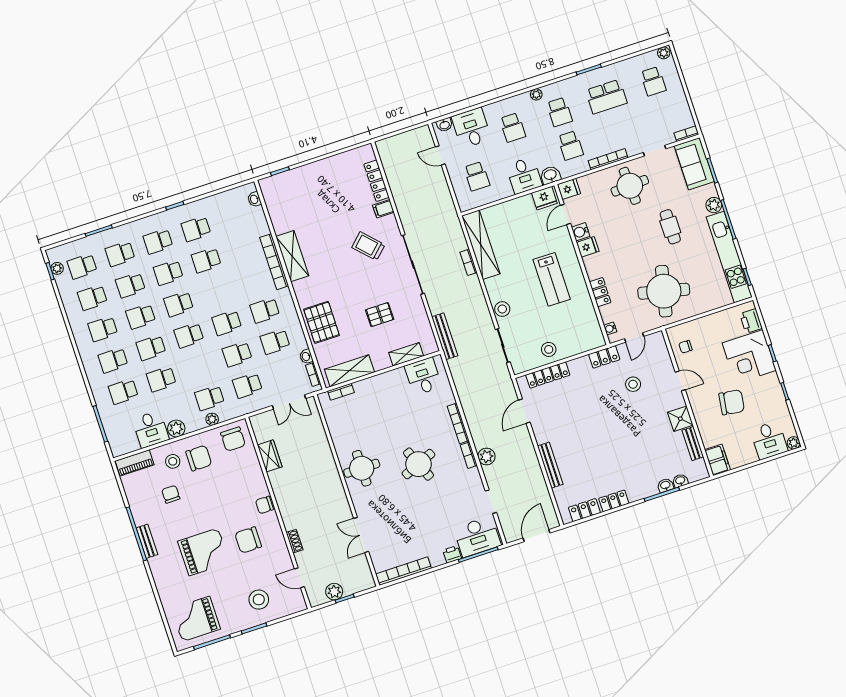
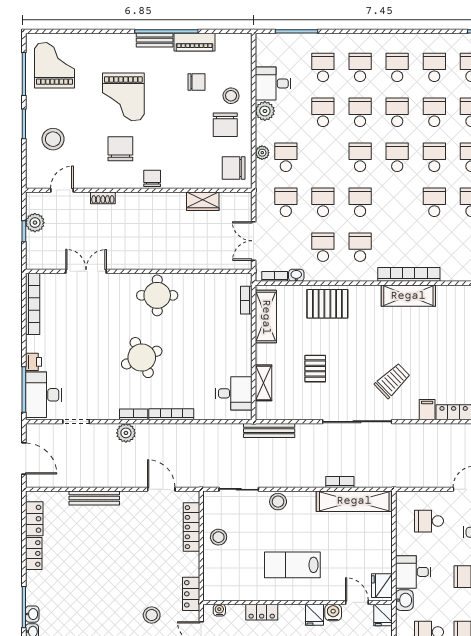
piano: (135, 463) -> (194, 42), moved, turned -90

